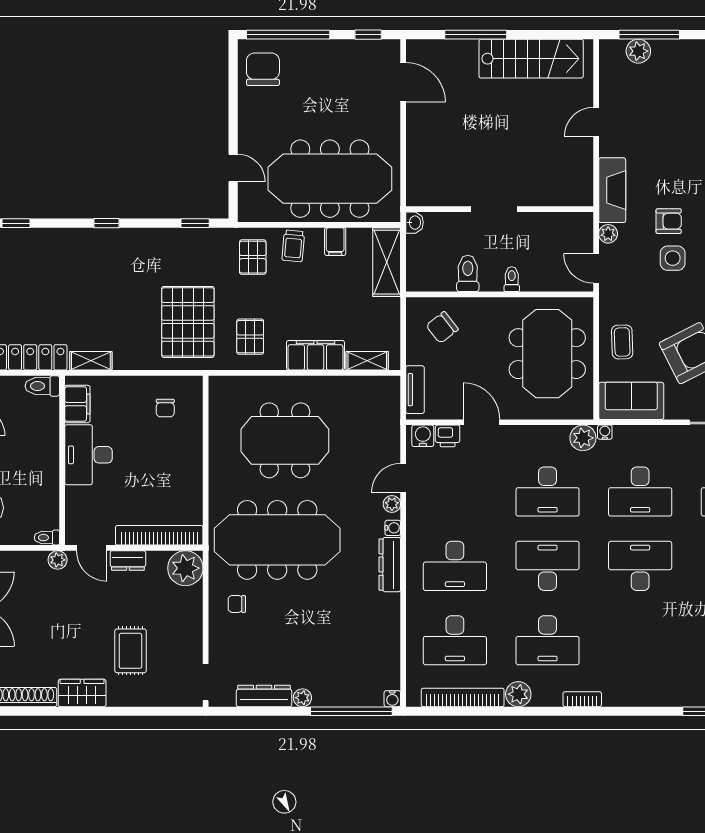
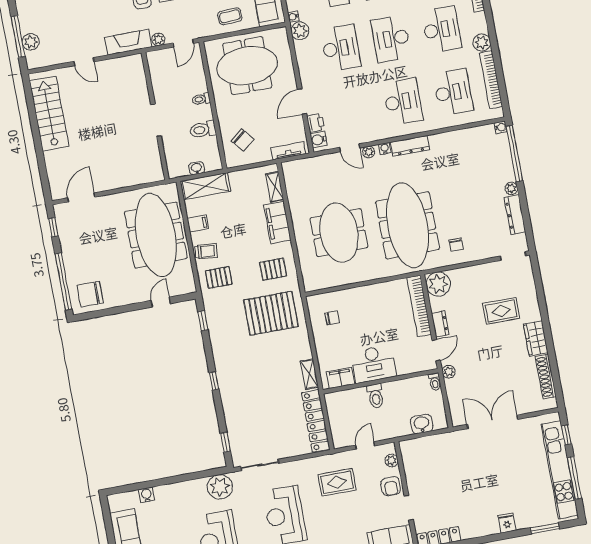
window: (476, 35) -> (40, 154), removed
washbasin: (415, 223) -> (197, 168), moved
toilet: (42, 386) -> (376, 396), moved

